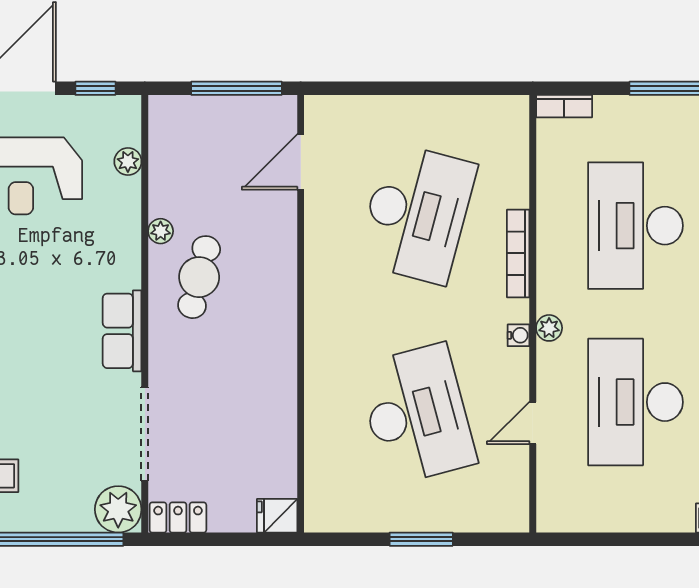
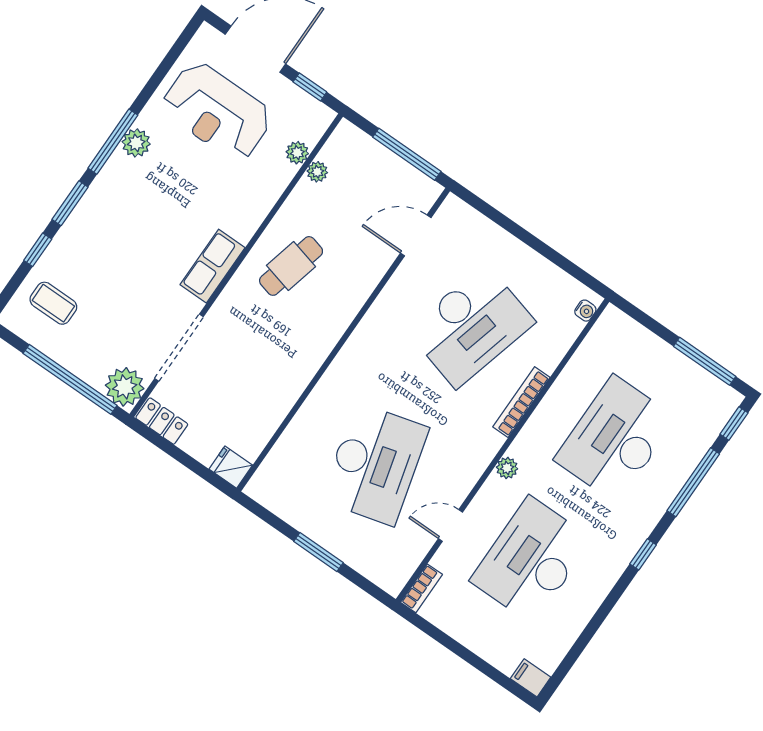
bookcase: (564, 106) -> (421, 588), moved, turned -90
plant: (161, 231) -> (317, 172), moved
water cooler: (518, 335) -> (585, 311), moved

